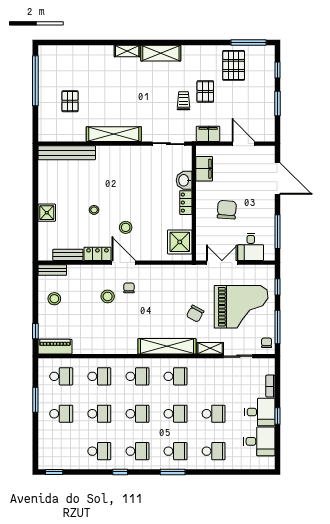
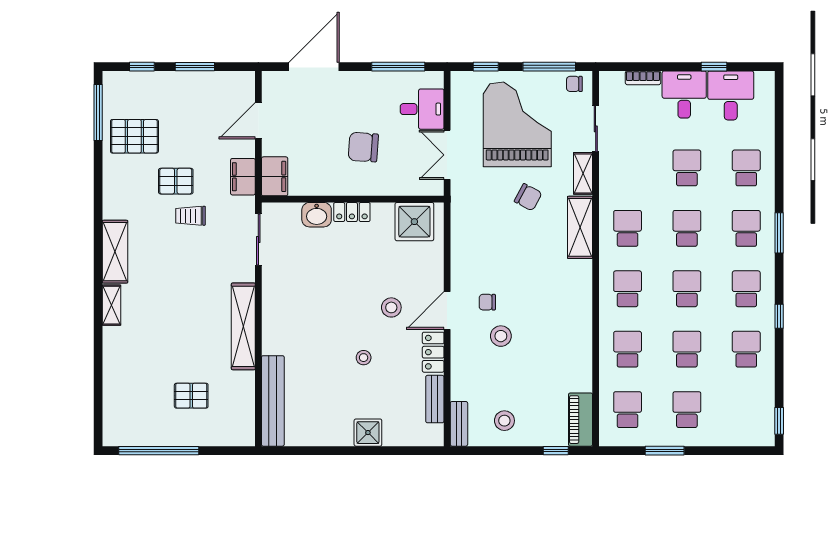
filing cabinet: (204, 169) -> (275, 176), moved, turned 90
shelving: (167, 346) -> (580, 227), width x0.68
window: (278, 416) -> (714, 67), moved

